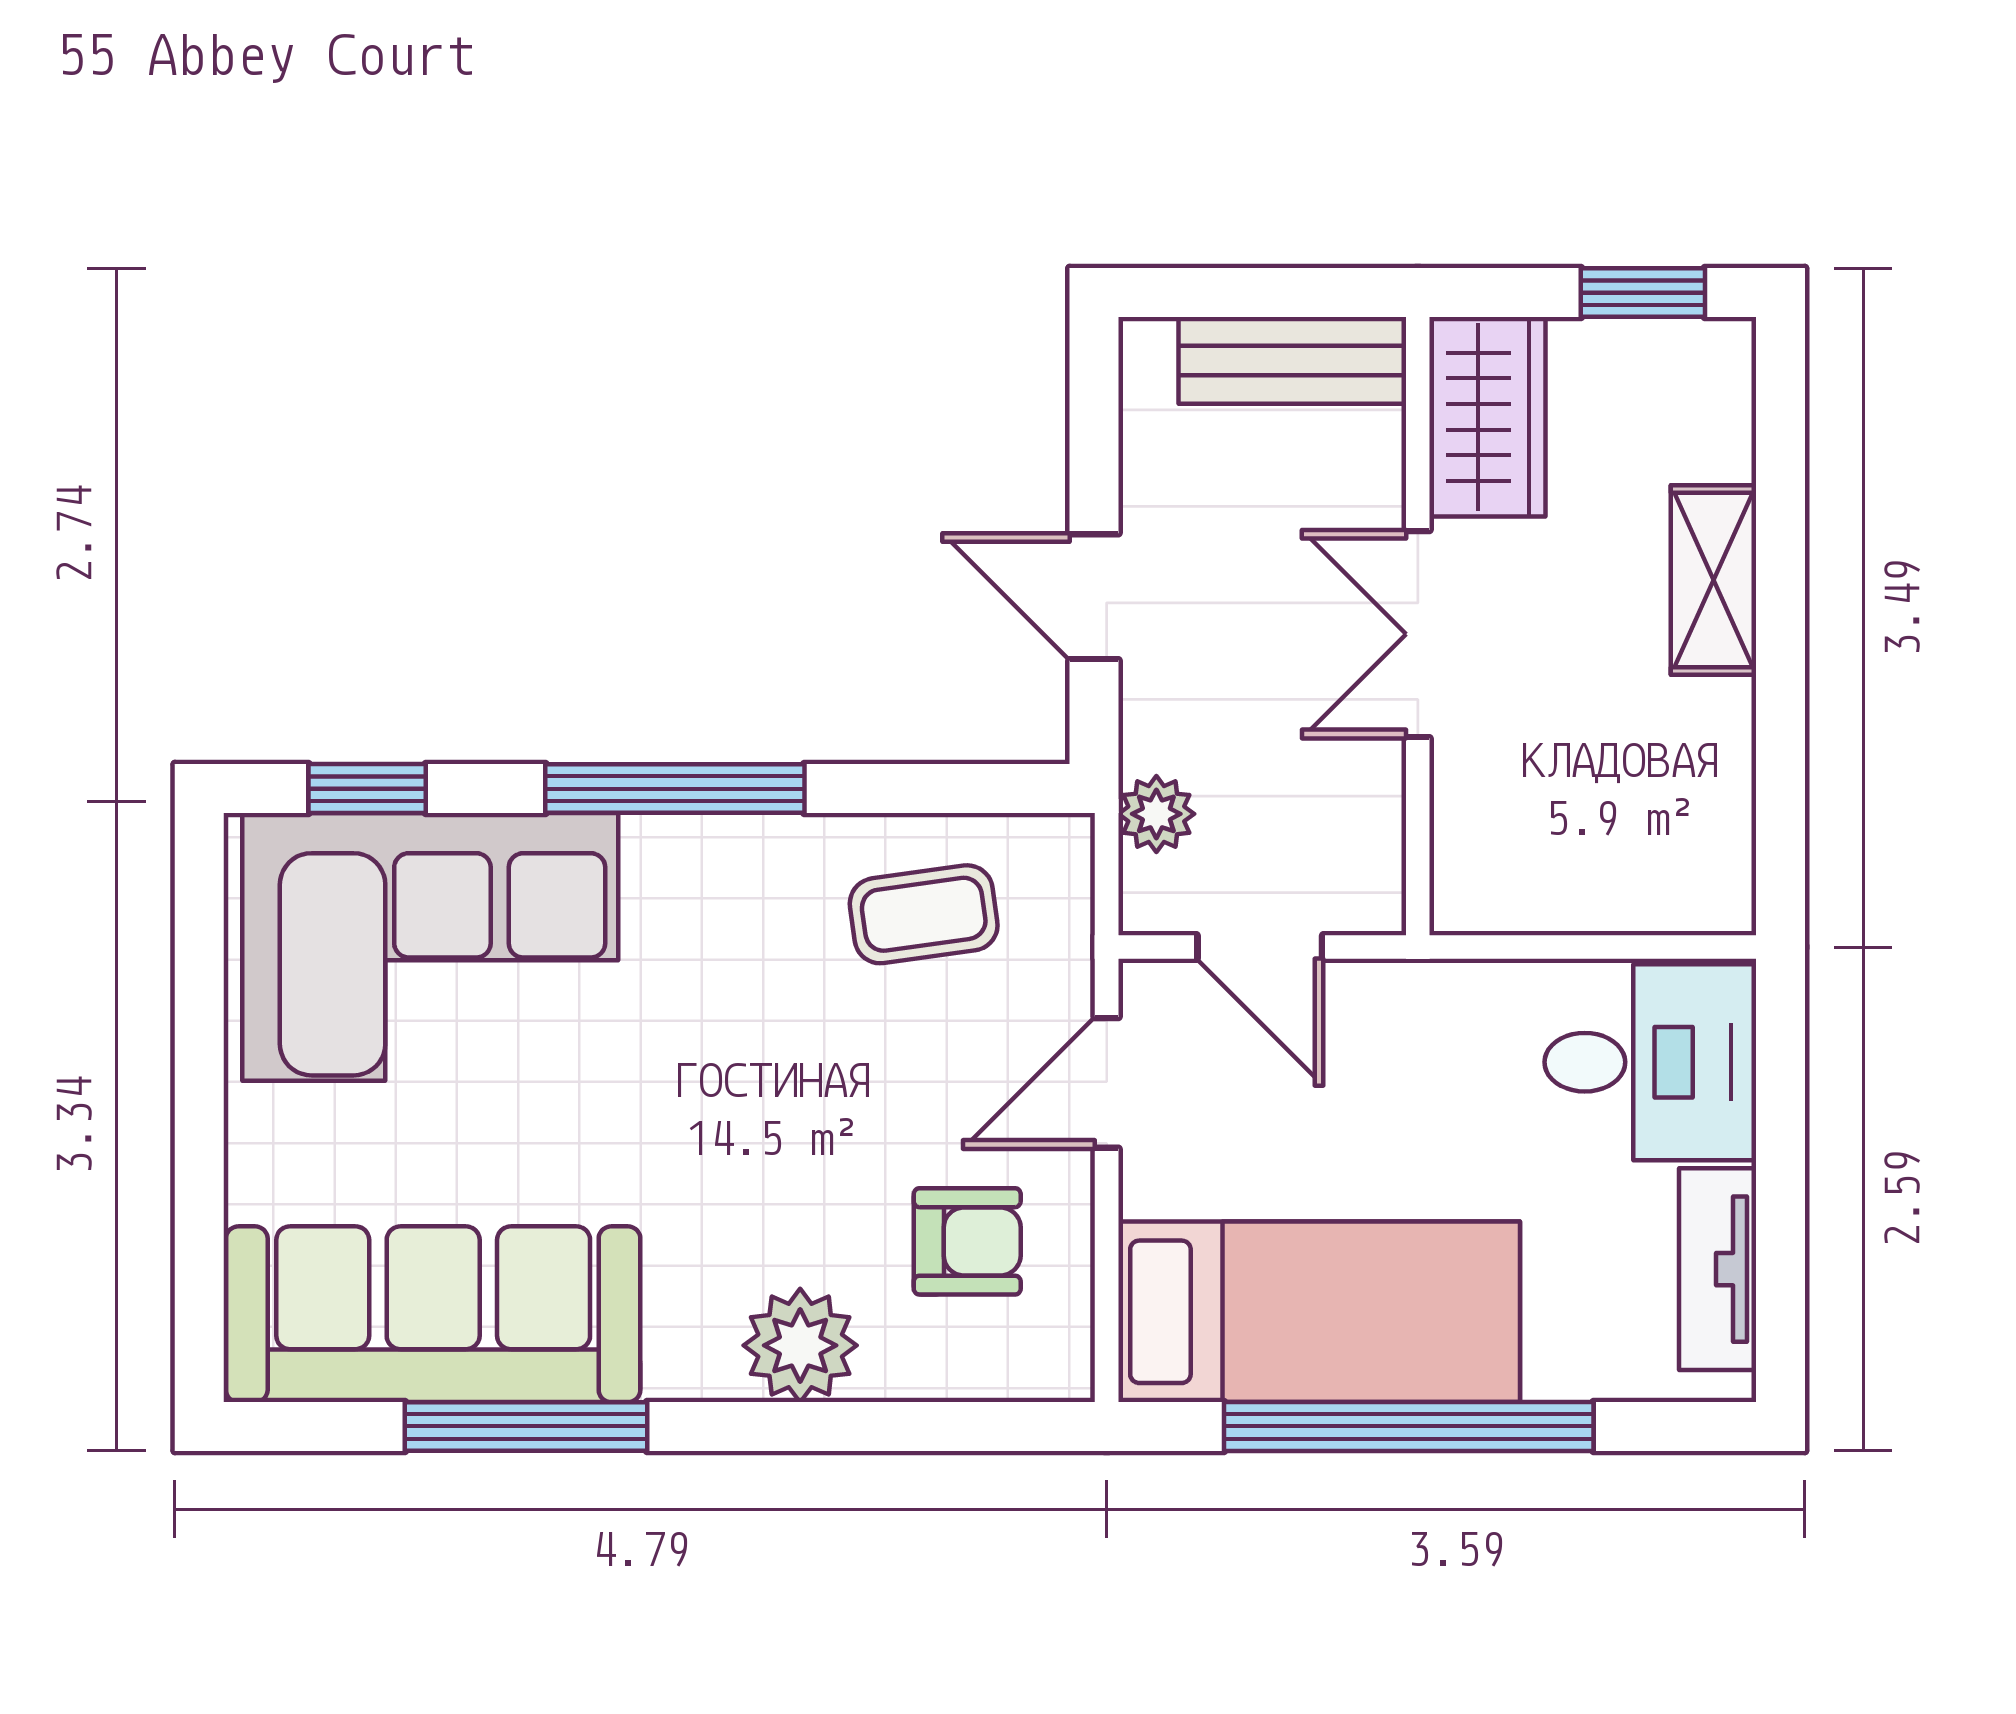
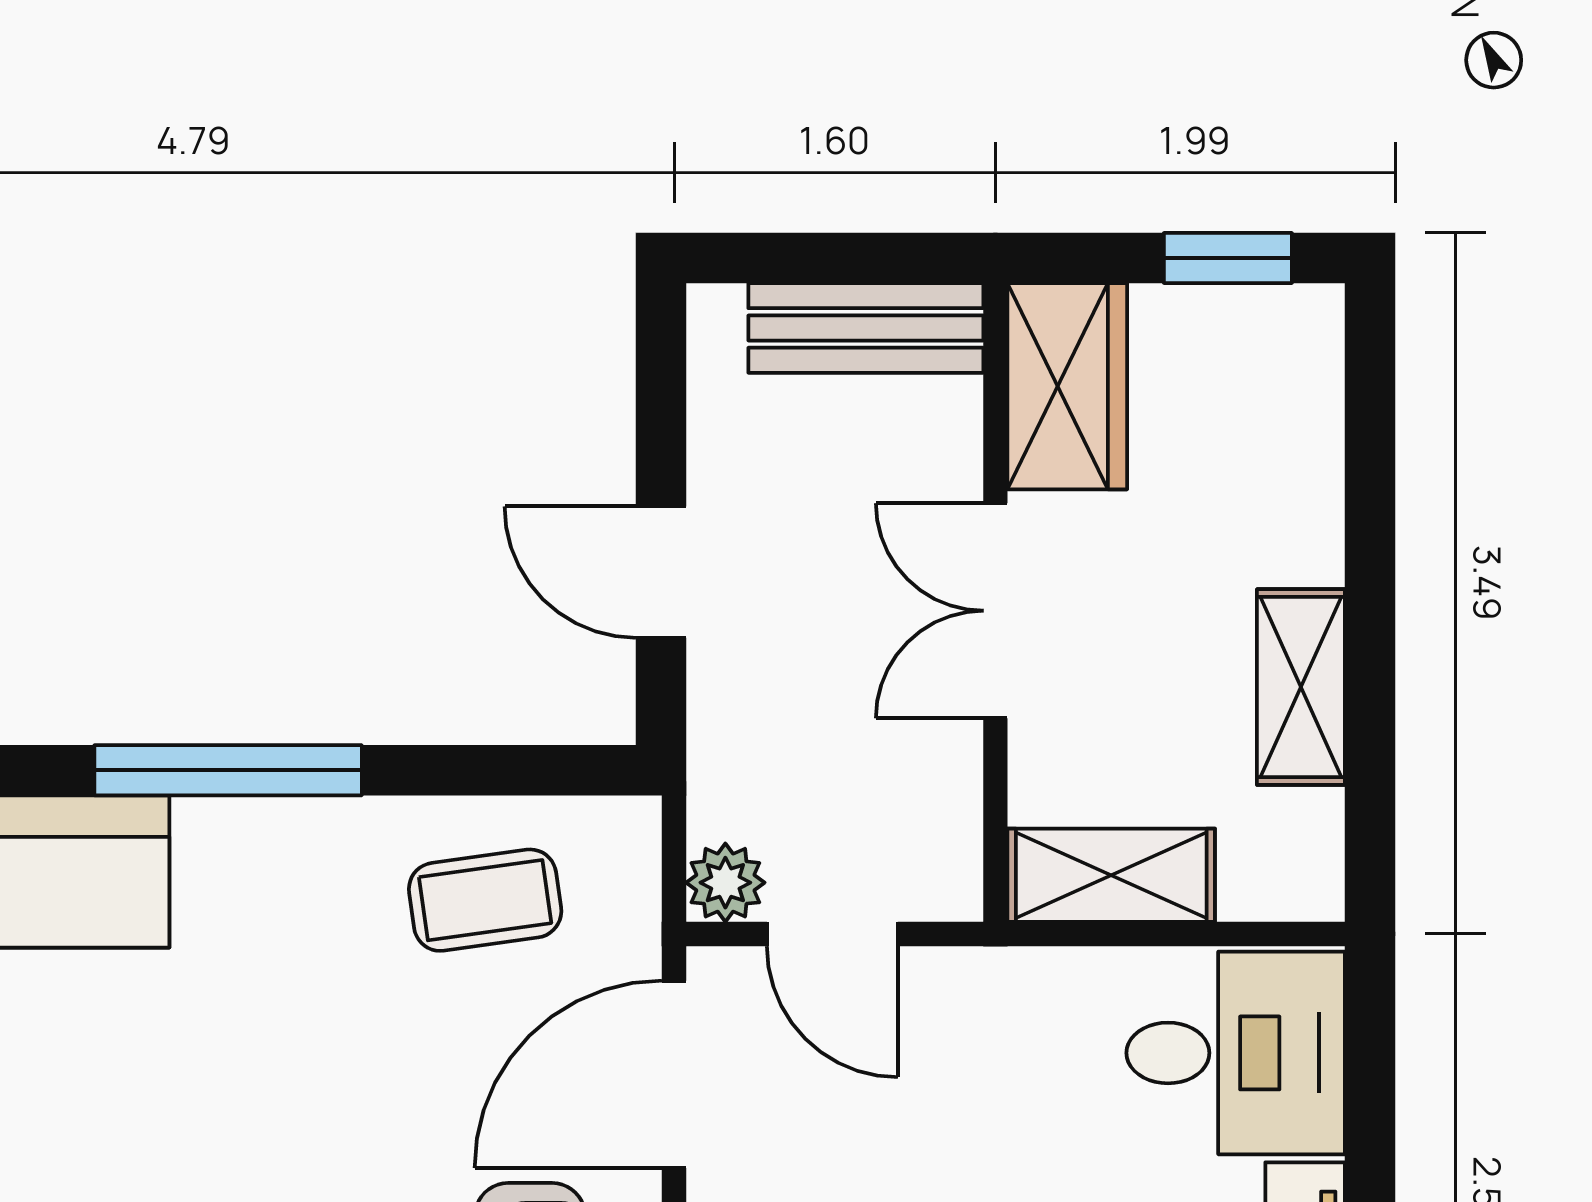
shelving: (1714, 580) -> (1301, 687), moved
plant: (1156, 814) -> (725, 883), moved
shelving: (1530, 890) -> (1111, 875), added
door: (1107, 1083) -> (674, 1074), width x1.38

